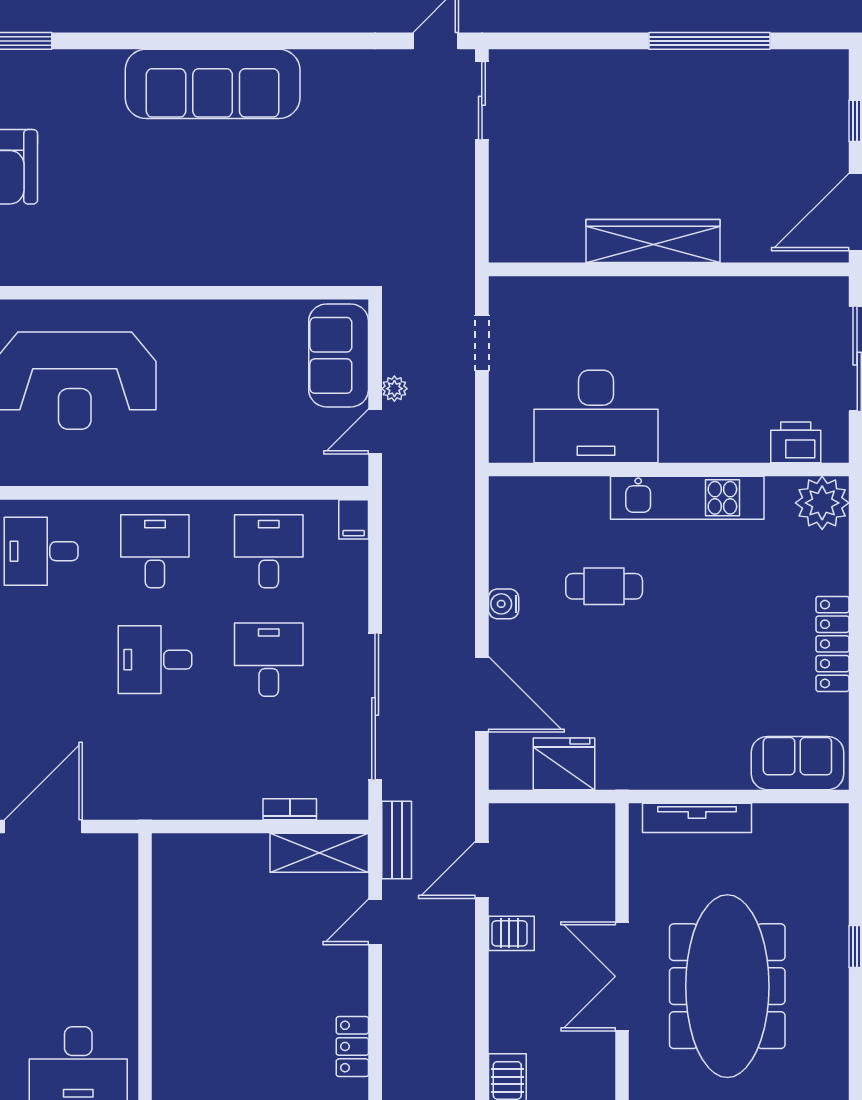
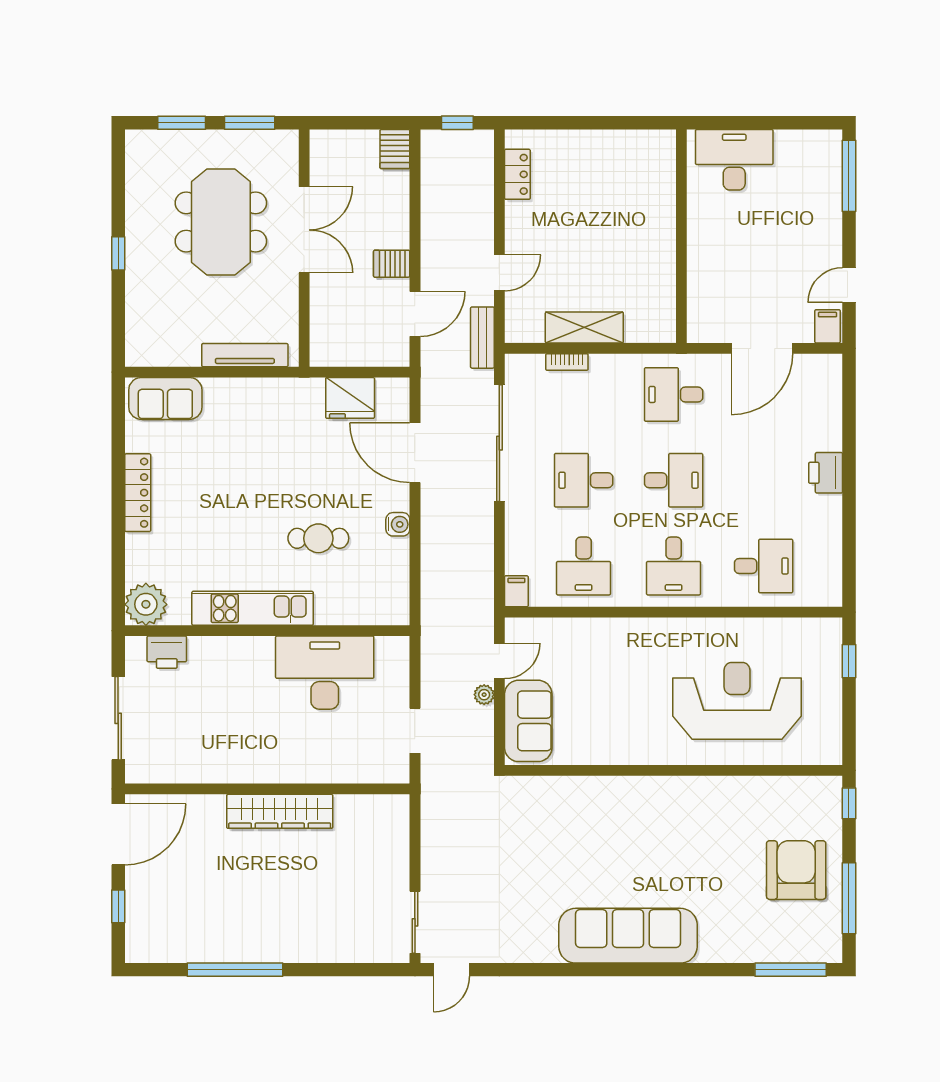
desk: (269, 660) -> (584, 480), turned 90
desk: (155, 768) -> (674, 394), added
shelving: (319, 853) -> (584, 327), moved
meeting table: (727, 986) -> (221, 222), width x0.73

